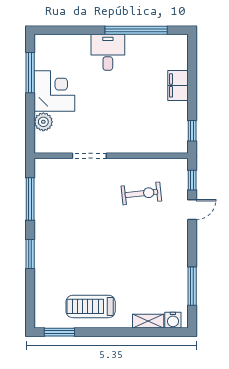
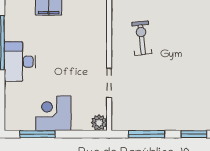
desk: (108, 52) -> (20, 62), width x1.37
plant: (43, 122) -> (99, 123), moved

